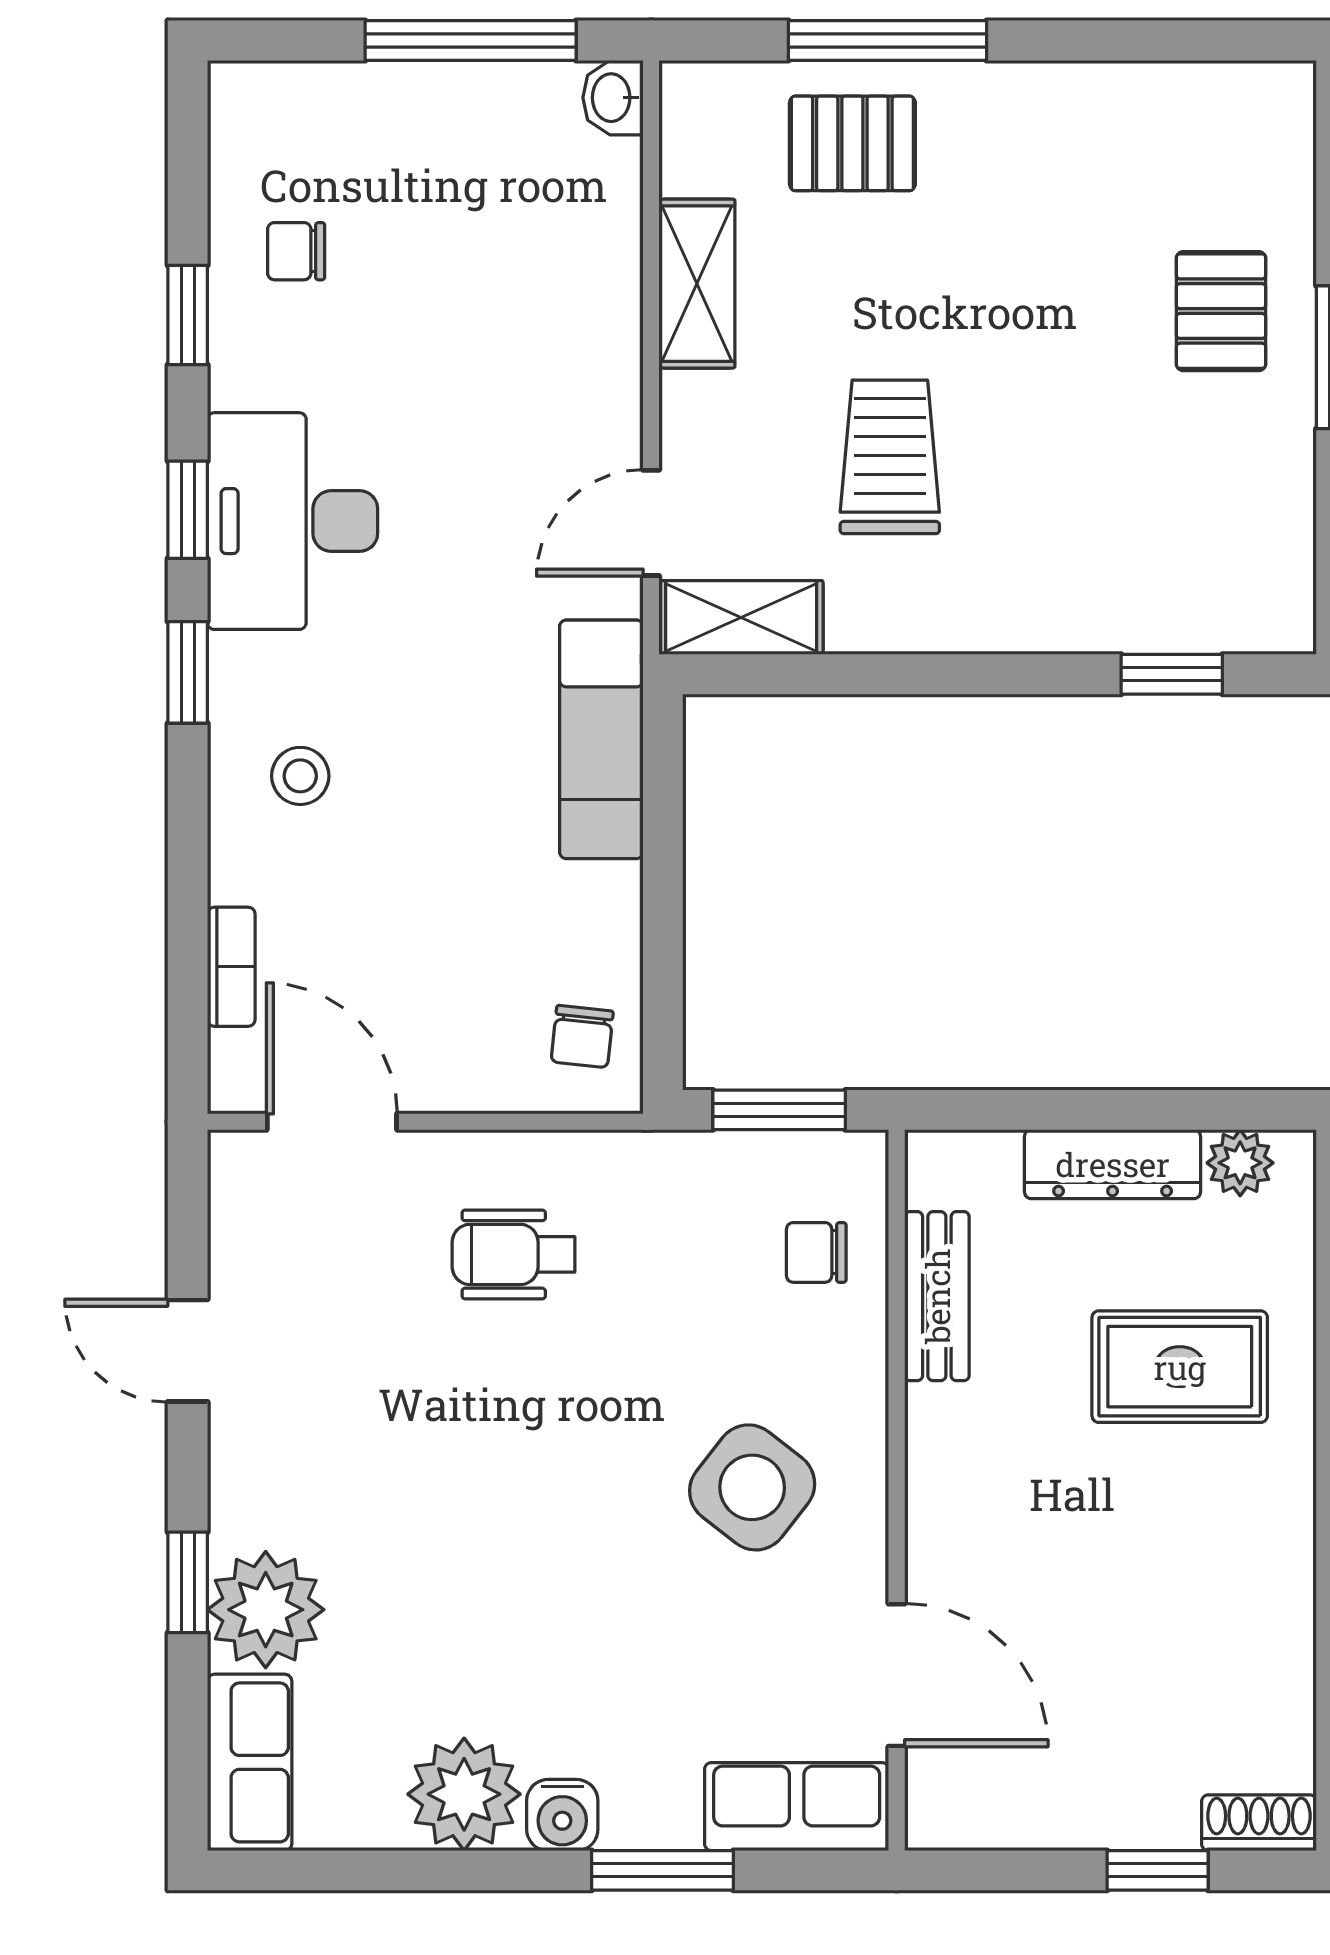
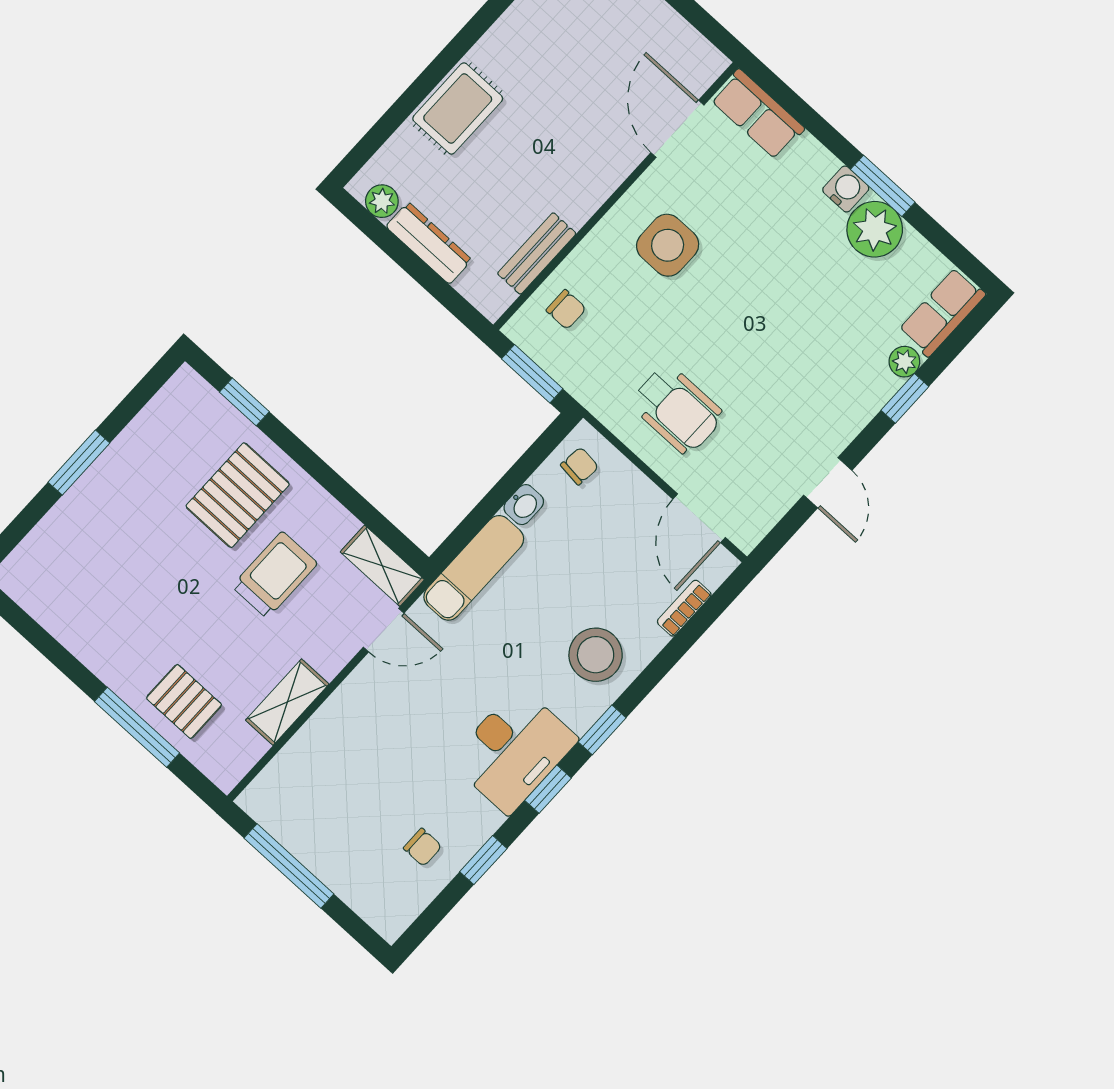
washbasin: (613, 98) -> (524, 505), moved
pallet: (1221, 311) -> (238, 495), moved, width x1.50, depth x1.42
trolley: (890, 457) -> (275, 575), turned 180
stool: (300, 776) -> (596, 655), width x1.89, depth x1.89
wheelchair: (514, 1254) -> (677, 409), width x1.36, depth x1.37
rug: (1180, 1367) -> (458, 109), moved, turned 90
side table: (752, 1487) -> (668, 245), turned -38
plant: (266, 1610) -> (904, 362), width x0.53, depth x0.53
window: (663, 1870) -> (883, 186), moved

